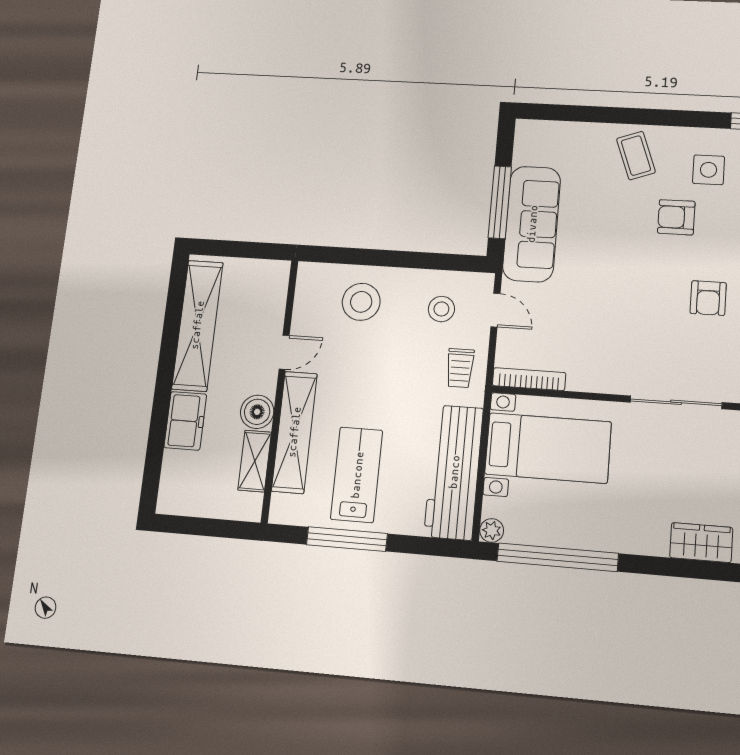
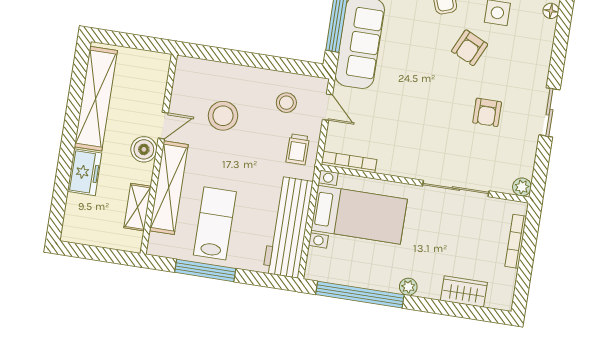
armchair: (676, 217) -> (470, 48), turned -65
stool: (361, 302) -> (223, 116), moved
boiler: (257, 412) -> (144, 149), moved
plant: (492, 530) -> (408, 287), moved

